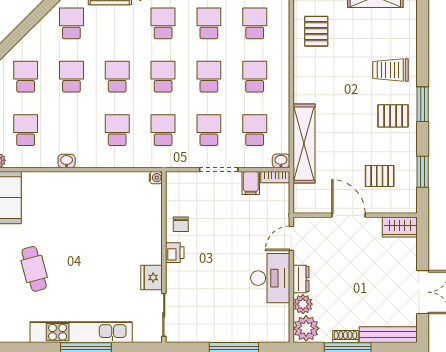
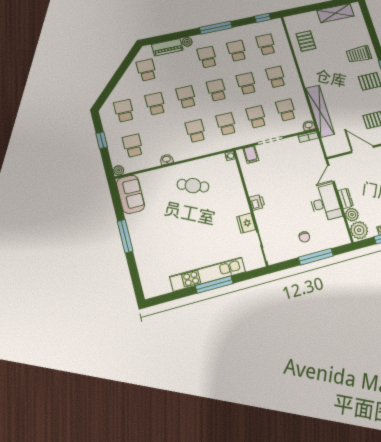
filing cabinet: (251, 183) -> (251, 155), moved
chair: (181, 224) -> (304, 237), moved
cafe table: (34, 269) -> (193, 186), moved, turned -54

